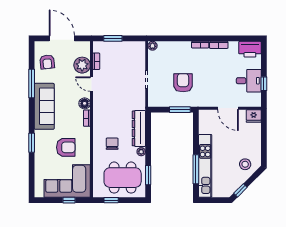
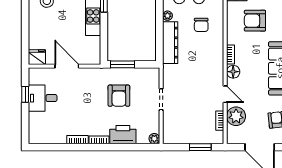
printer: (250, 49) -> (123, 135), moved

